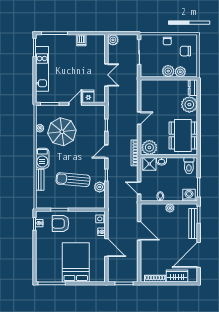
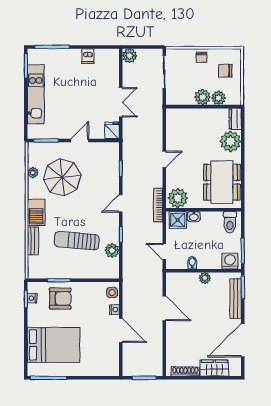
fridge: (88, 96) -> (112, 130), moved
armchair: (60, 223) -> (60, 299), turned 180
bed: (76, 262) -> (54, 345), moved, turned 90

